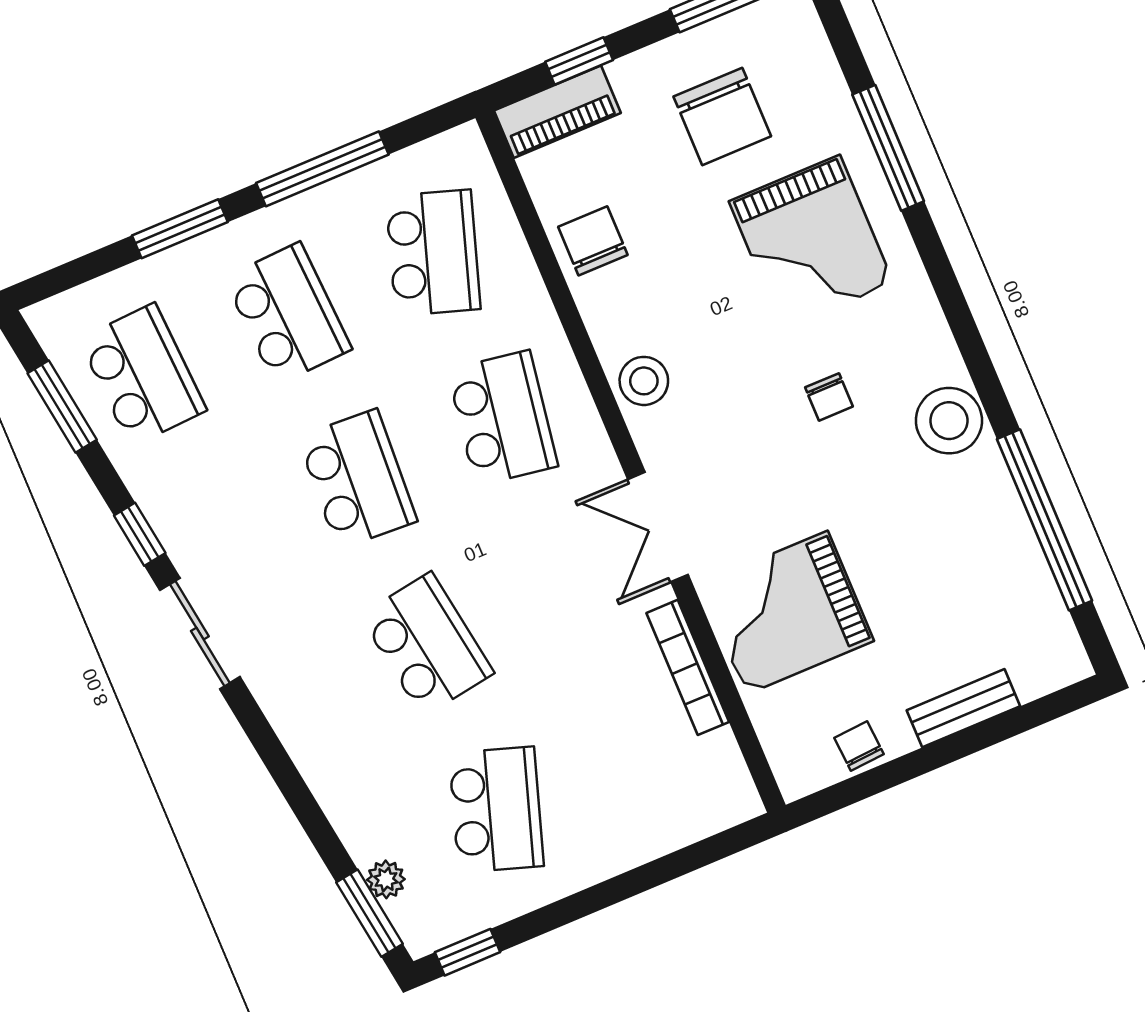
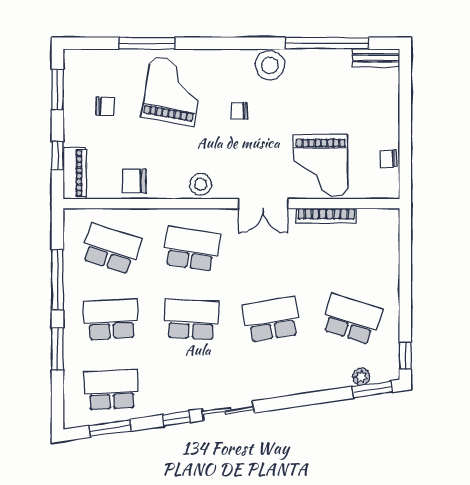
chair: (722, 116) -> (105, 106), width x0.54, depth x0.54
grand piano: (811, 242) -> (172, 91), turned -80
chair: (829, 397) -> (239, 111), turned 180
bench: (963, 708) -> (376, 58), moved, turned 90

